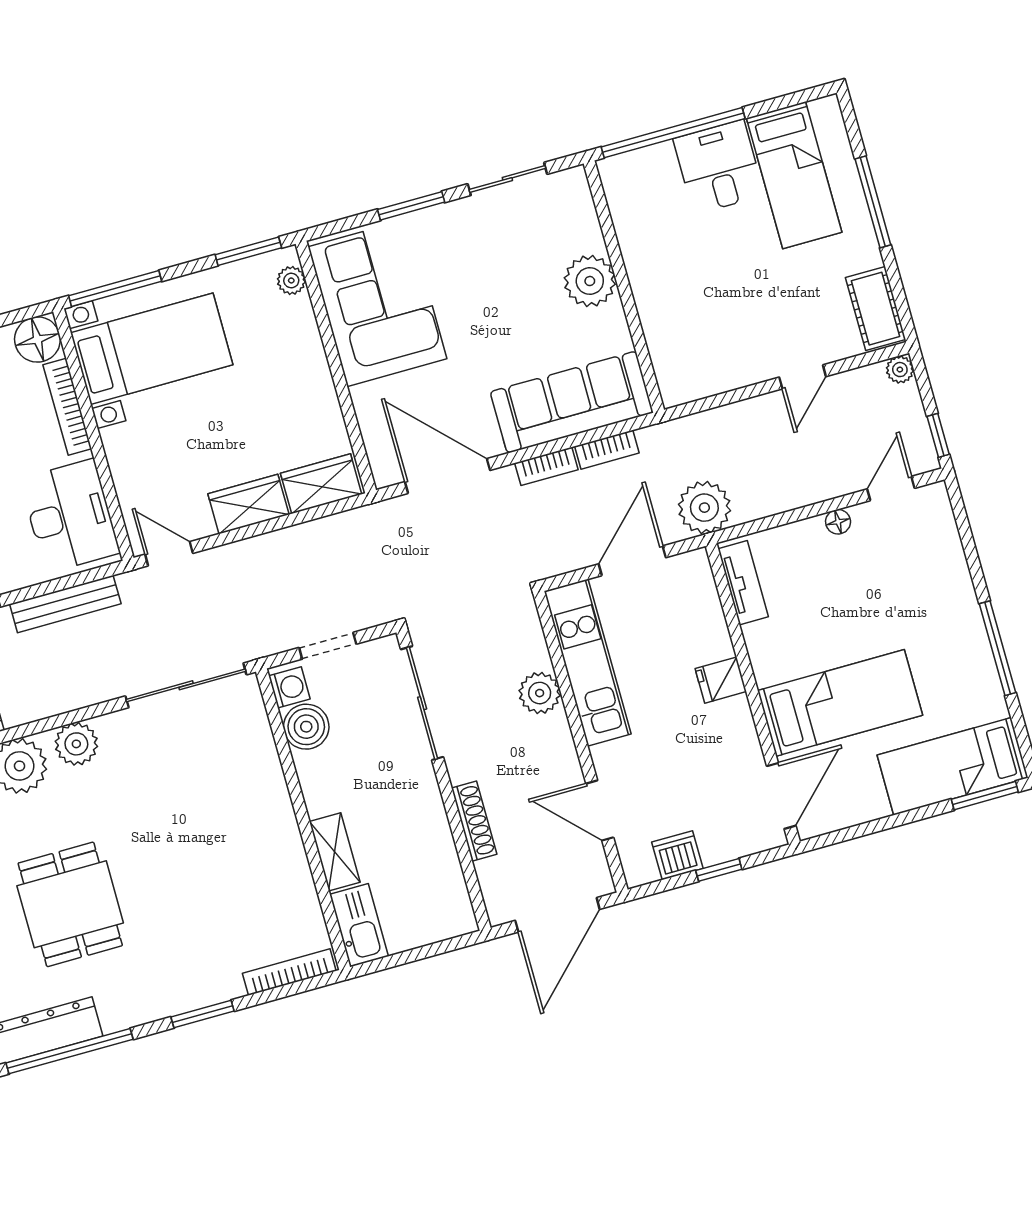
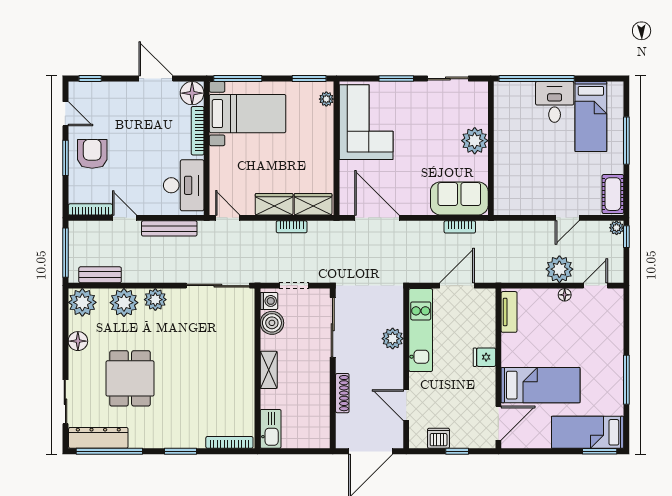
sofa: (572, 402) -> (459, 198), width x0.73
window: (938, 435) -> (626, 237), moved
bookcase: (546, 466) -> (292, 227), moved
plant: (704, 508) -> (559, 269), moved
shelving: (335, 852) -> (269, 370), moved

